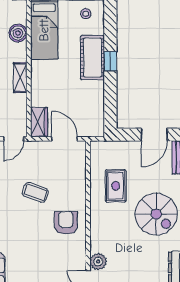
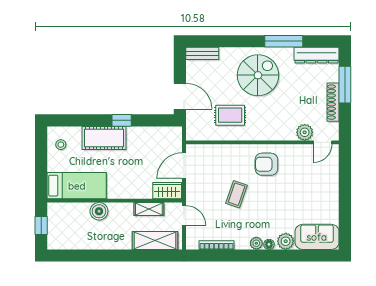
boiler: (18, 33) -> (99, 211), moved
window: (110, 61) -> (122, 120), moved
shelving: (20, 78) -> (149, 209), moved
door: (154, 135) -> (180, 96), moved

